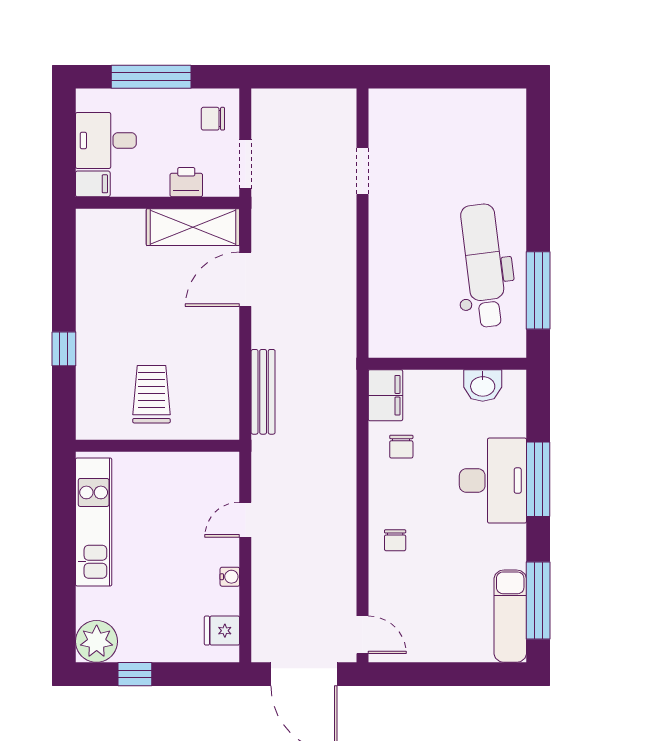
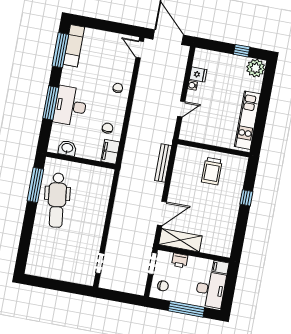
desk: (106, 140) -> (210, 290), width x1.37
doorway: (362, 171) -> (100, 263), moved
fridge: (222, 631) -> (198, 74), moved

